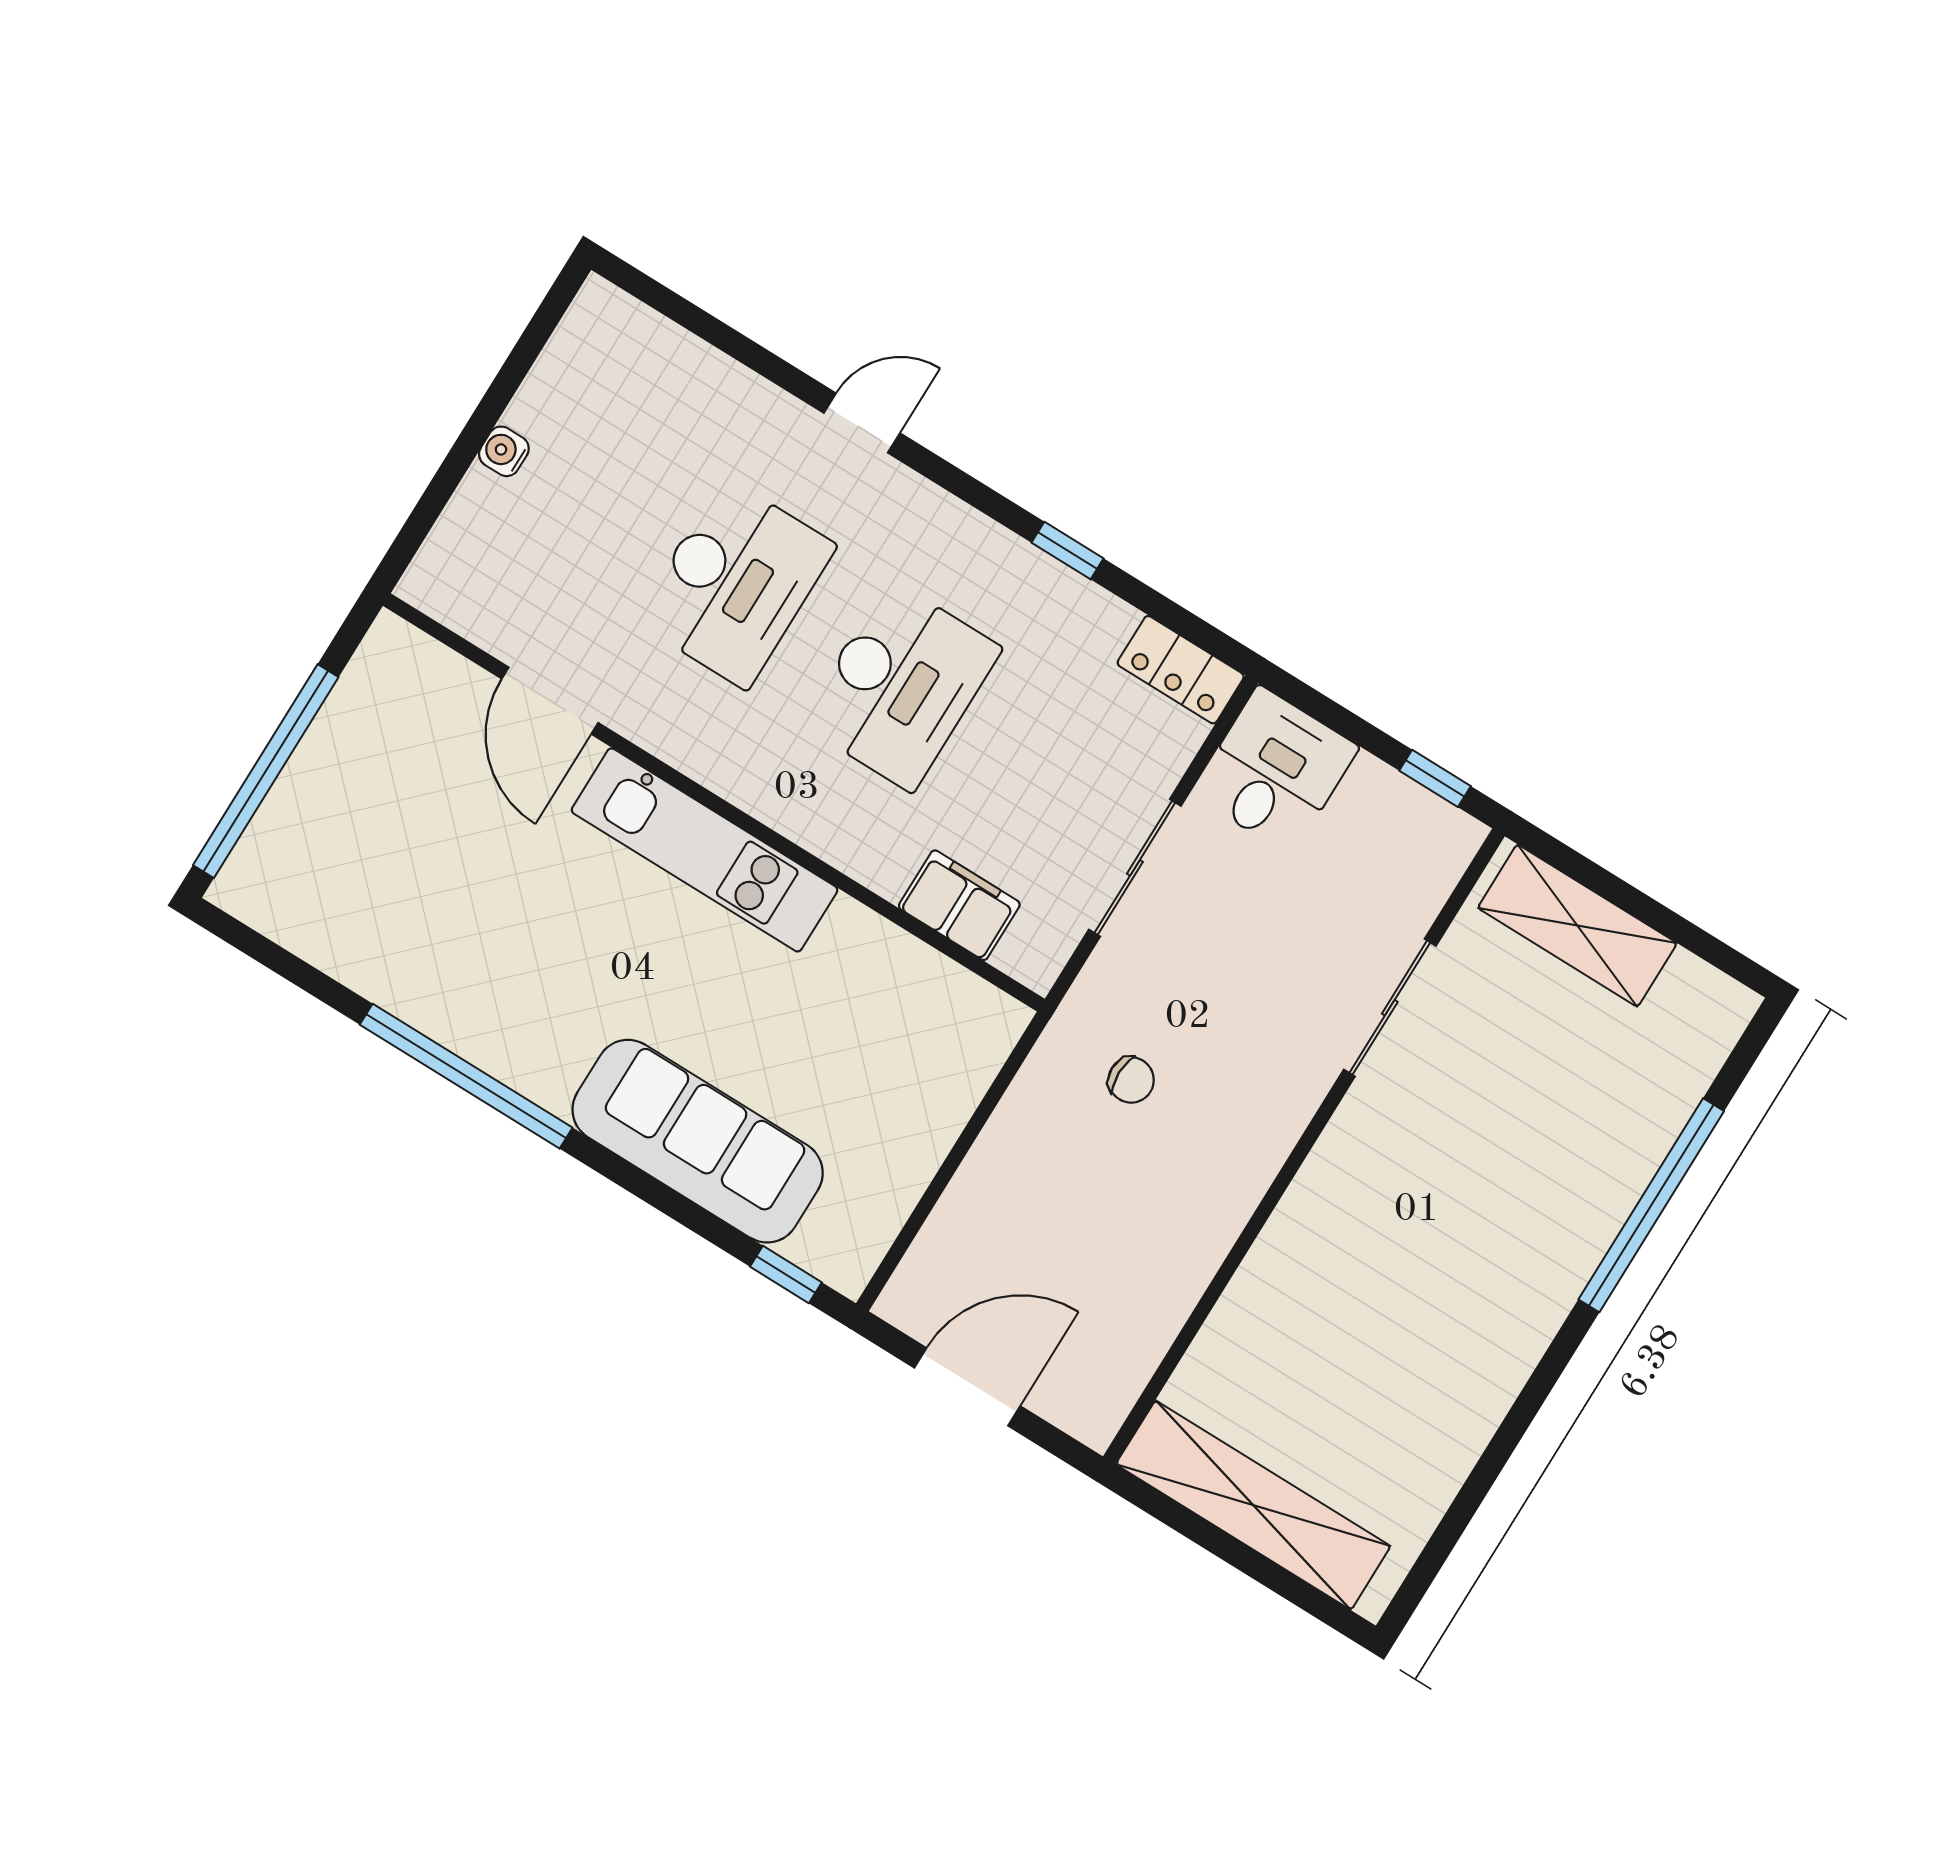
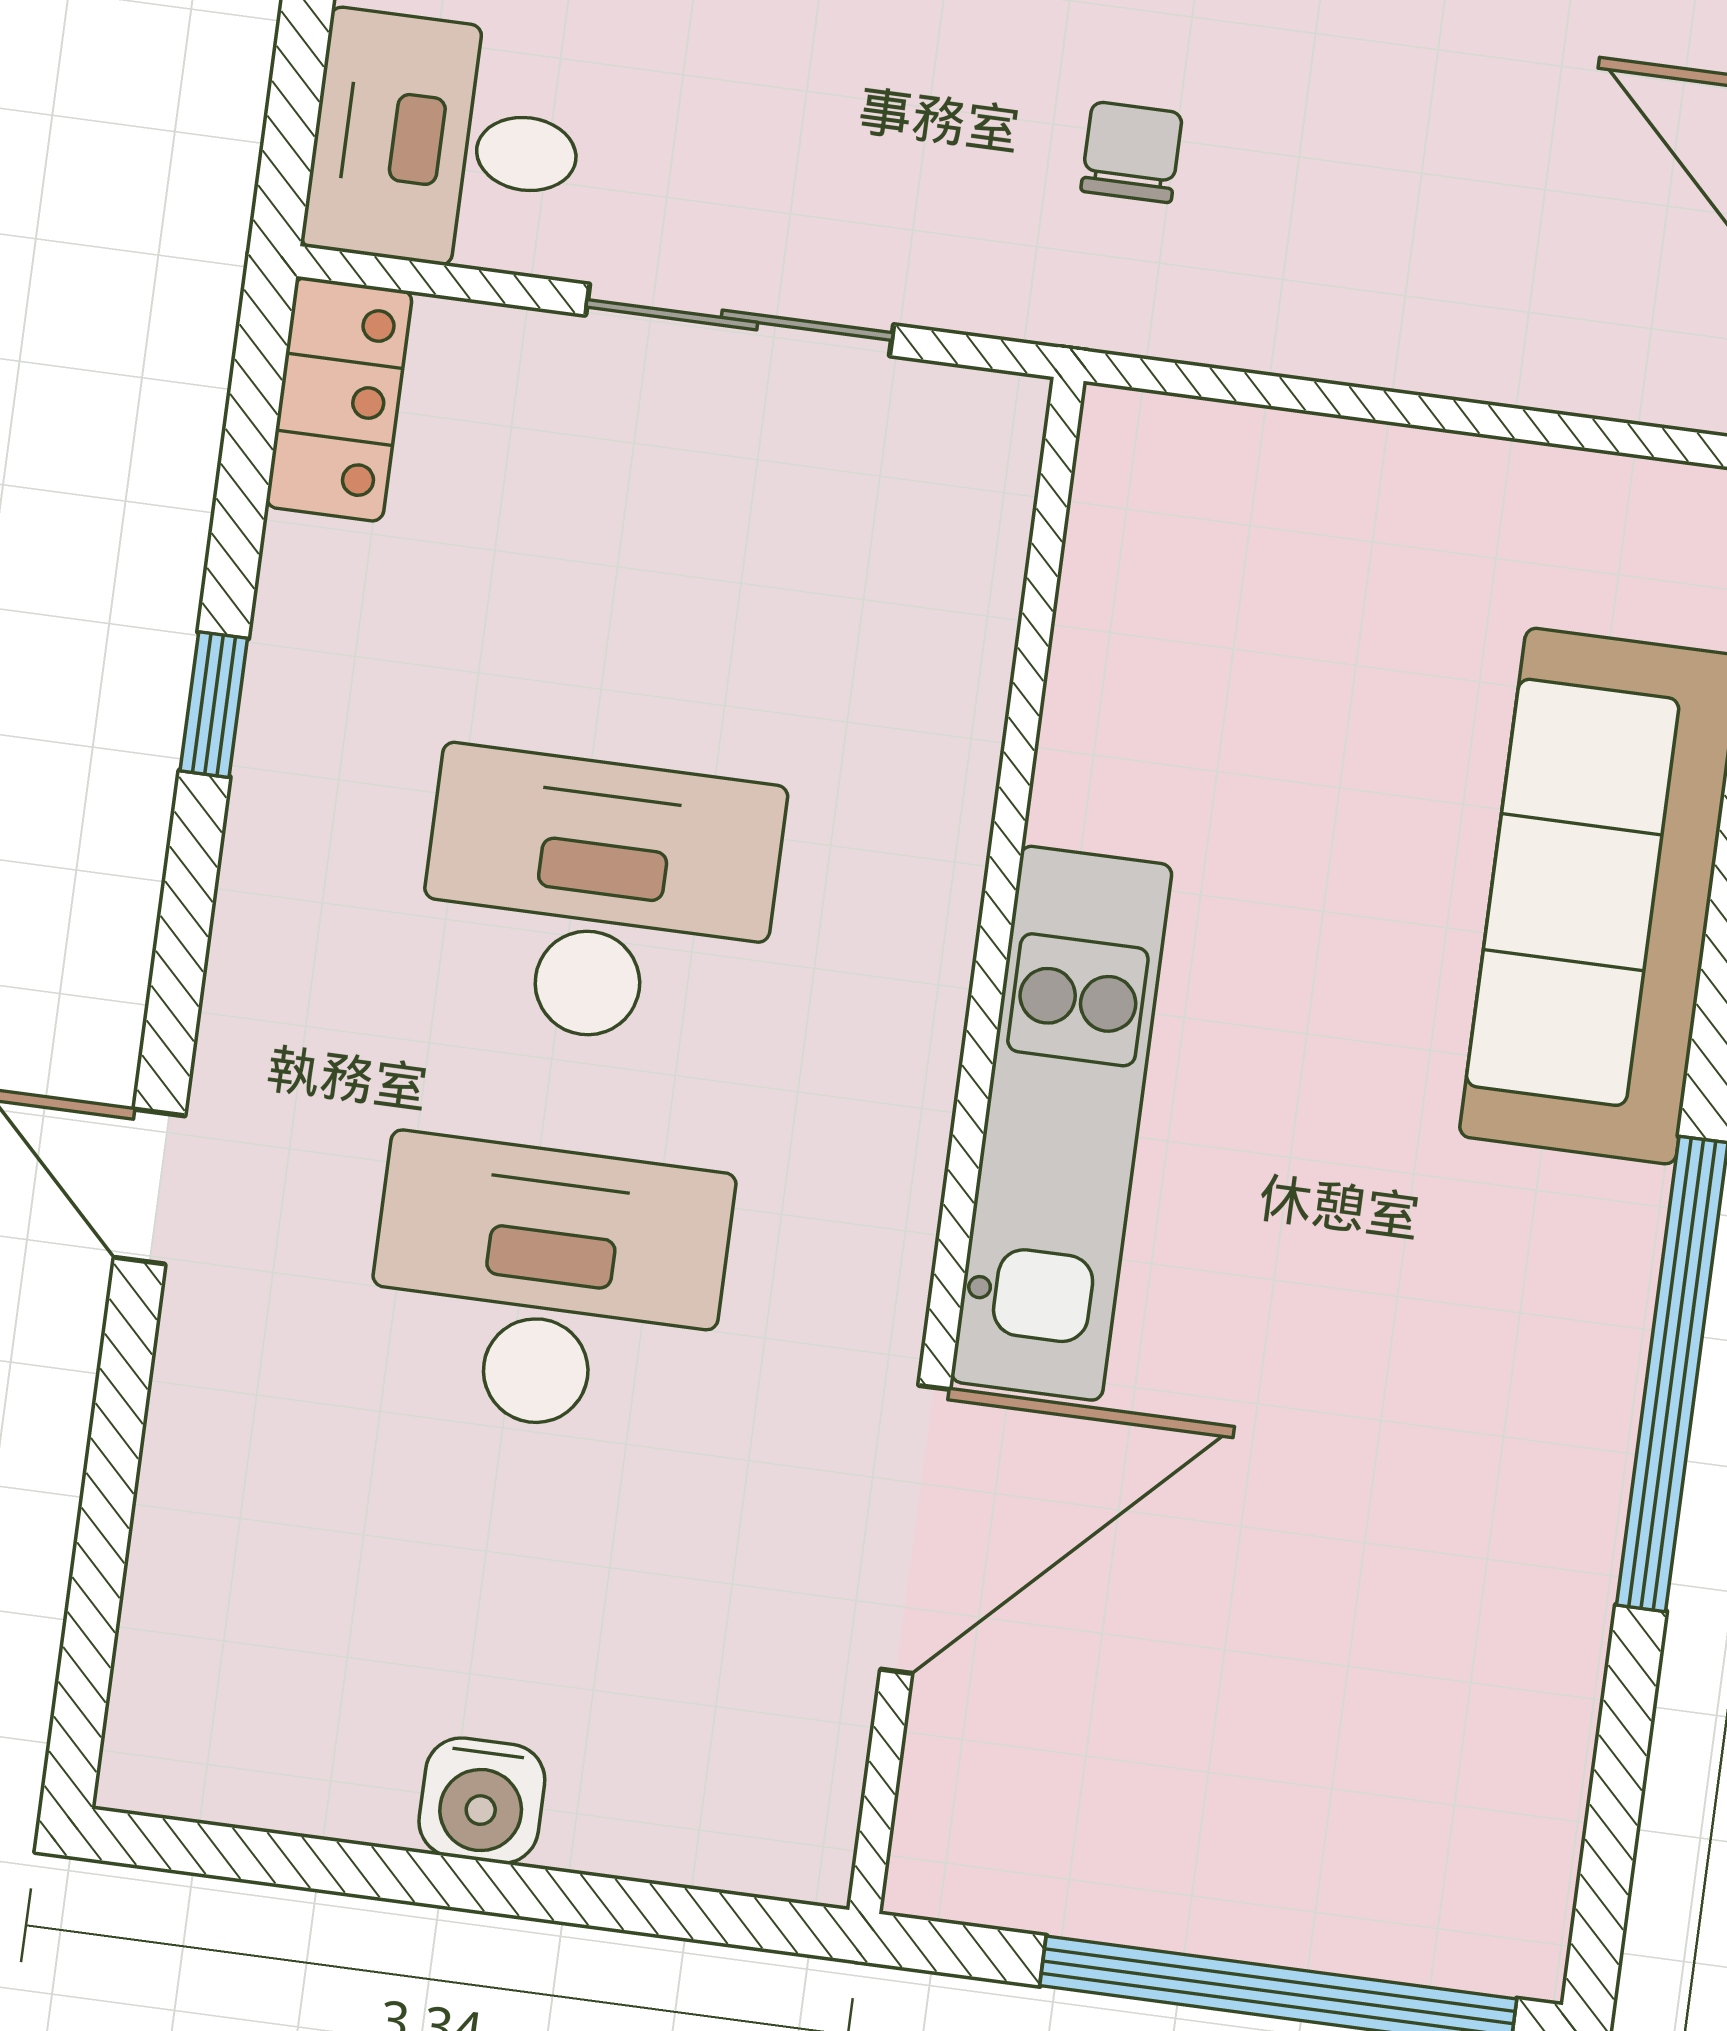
water cooler: (504, 451) -> (482, 1801), width x1.38, depth x1.38
door: (550, 701) -> (915, 1529), width x1.36
filing cabinet: (959, 905) -> (953, 611), removed

